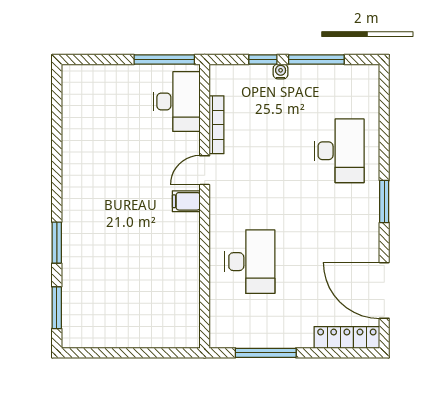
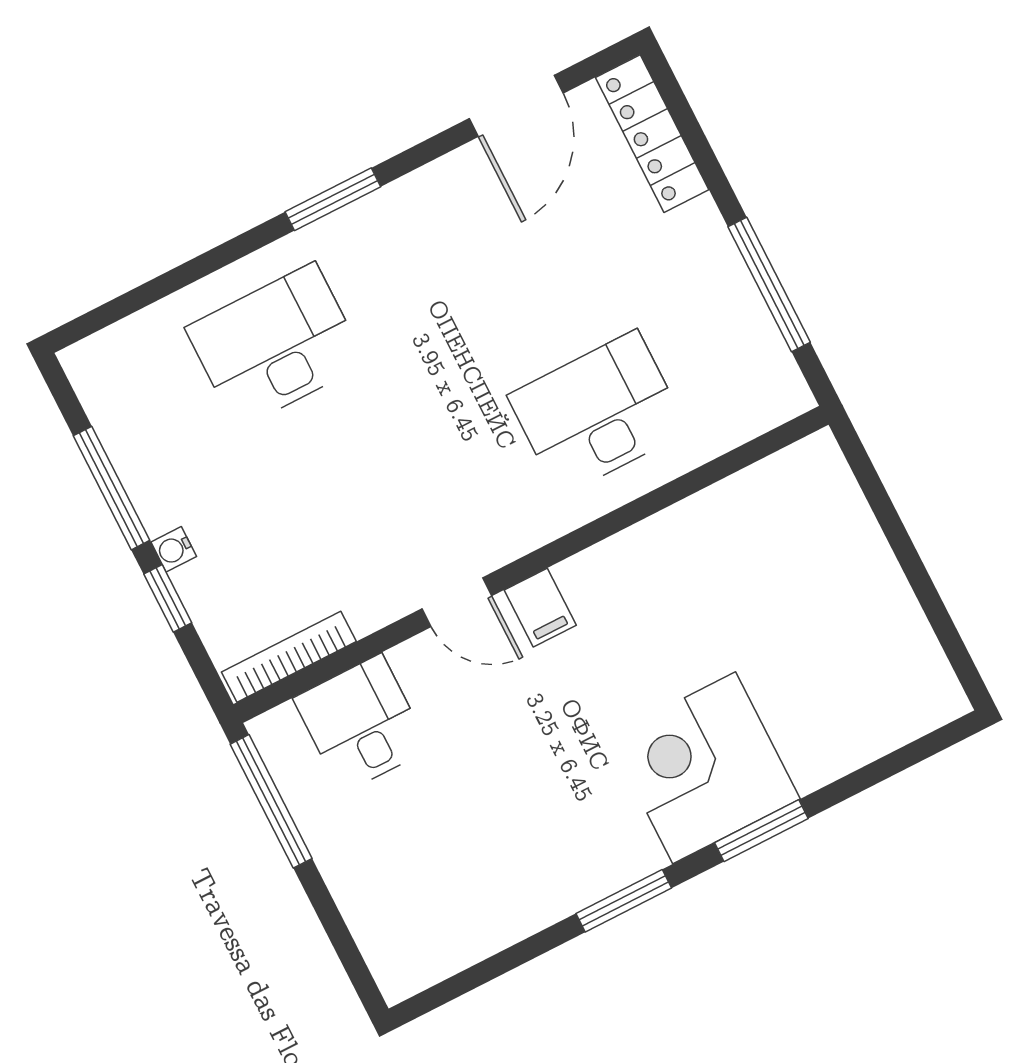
desk: (177, 101) -> (361, 724), width x0.73
bookcase: (217, 125) -> (289, 657), moved
corner desk: (92, 233) -> (704, 768), added
door: (384, 290) -> (516, 106), width x0.73
window: (57, 308) -> (624, 901), moved

